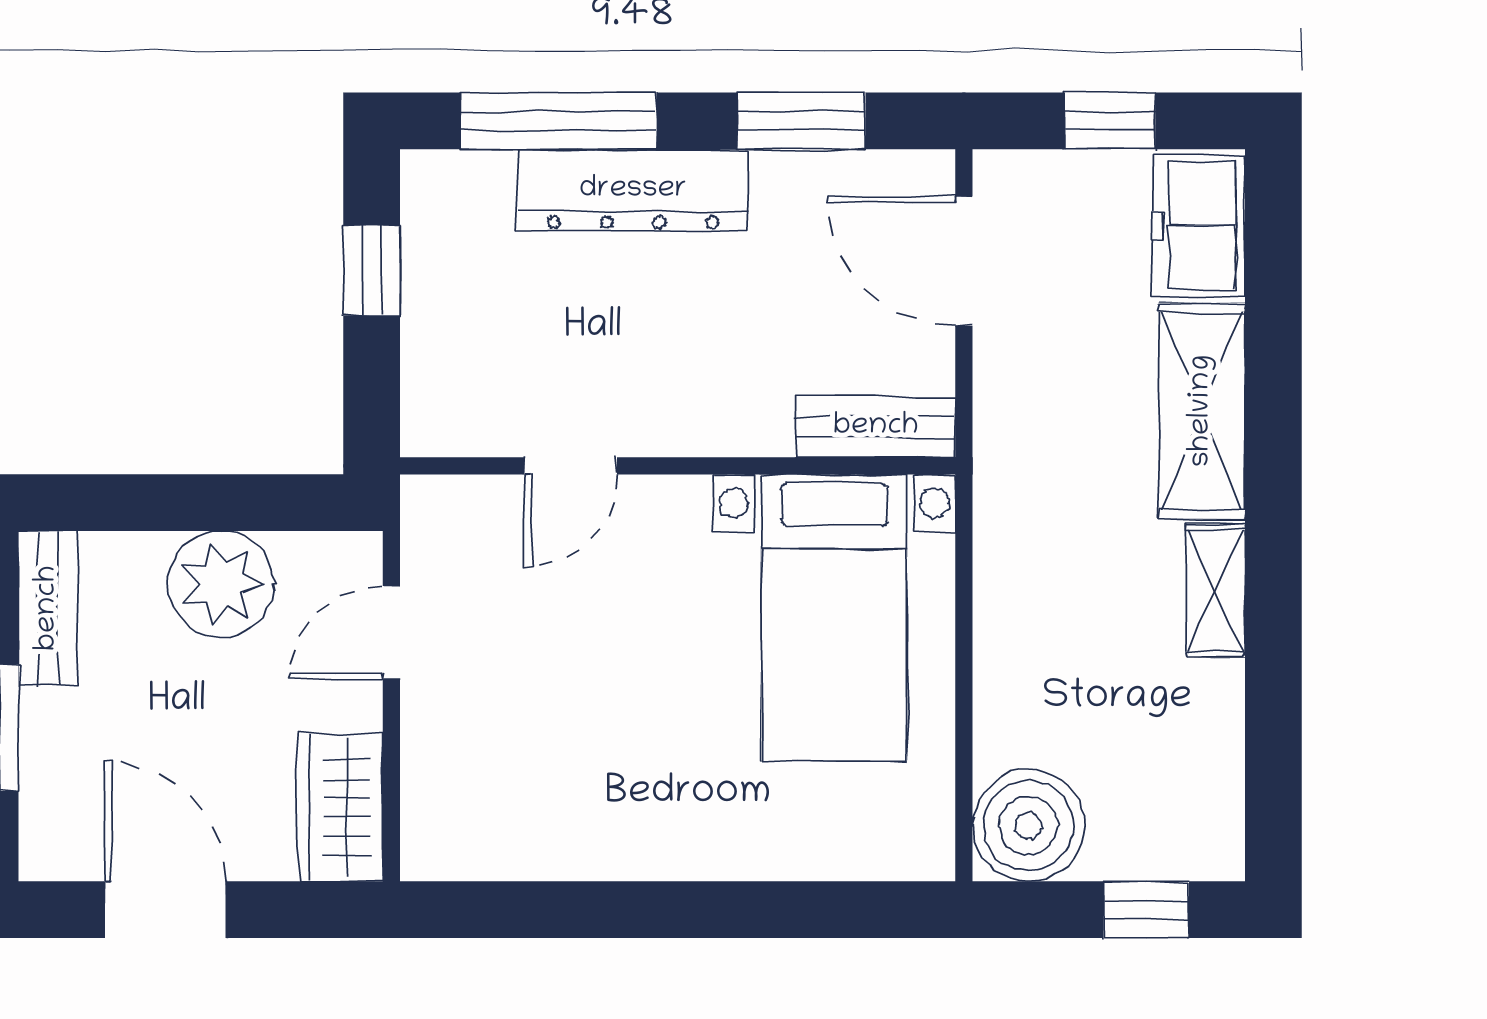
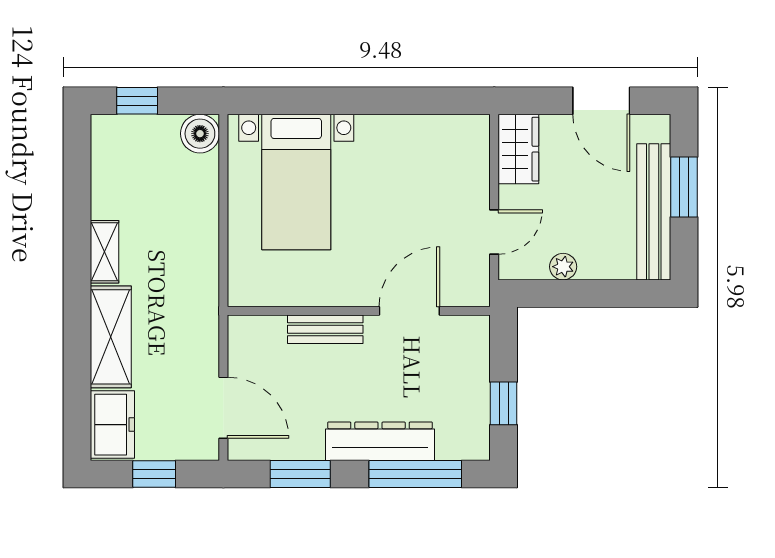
bench: (876, 427) -> (325, 329), moved
door: (571, 466) -> (409, 311), width x1.38
plant: (221, 584) -> (563, 267), width x0.53, depth x0.53
bench: (48, 608) -> (654, 212), width x1.86, depth x1.21
bed with nightstands: (834, 618) -> (296, 182), moved, turned 180
boiler: (1028, 825) -> (200, 134), width x0.73, depth x0.73

